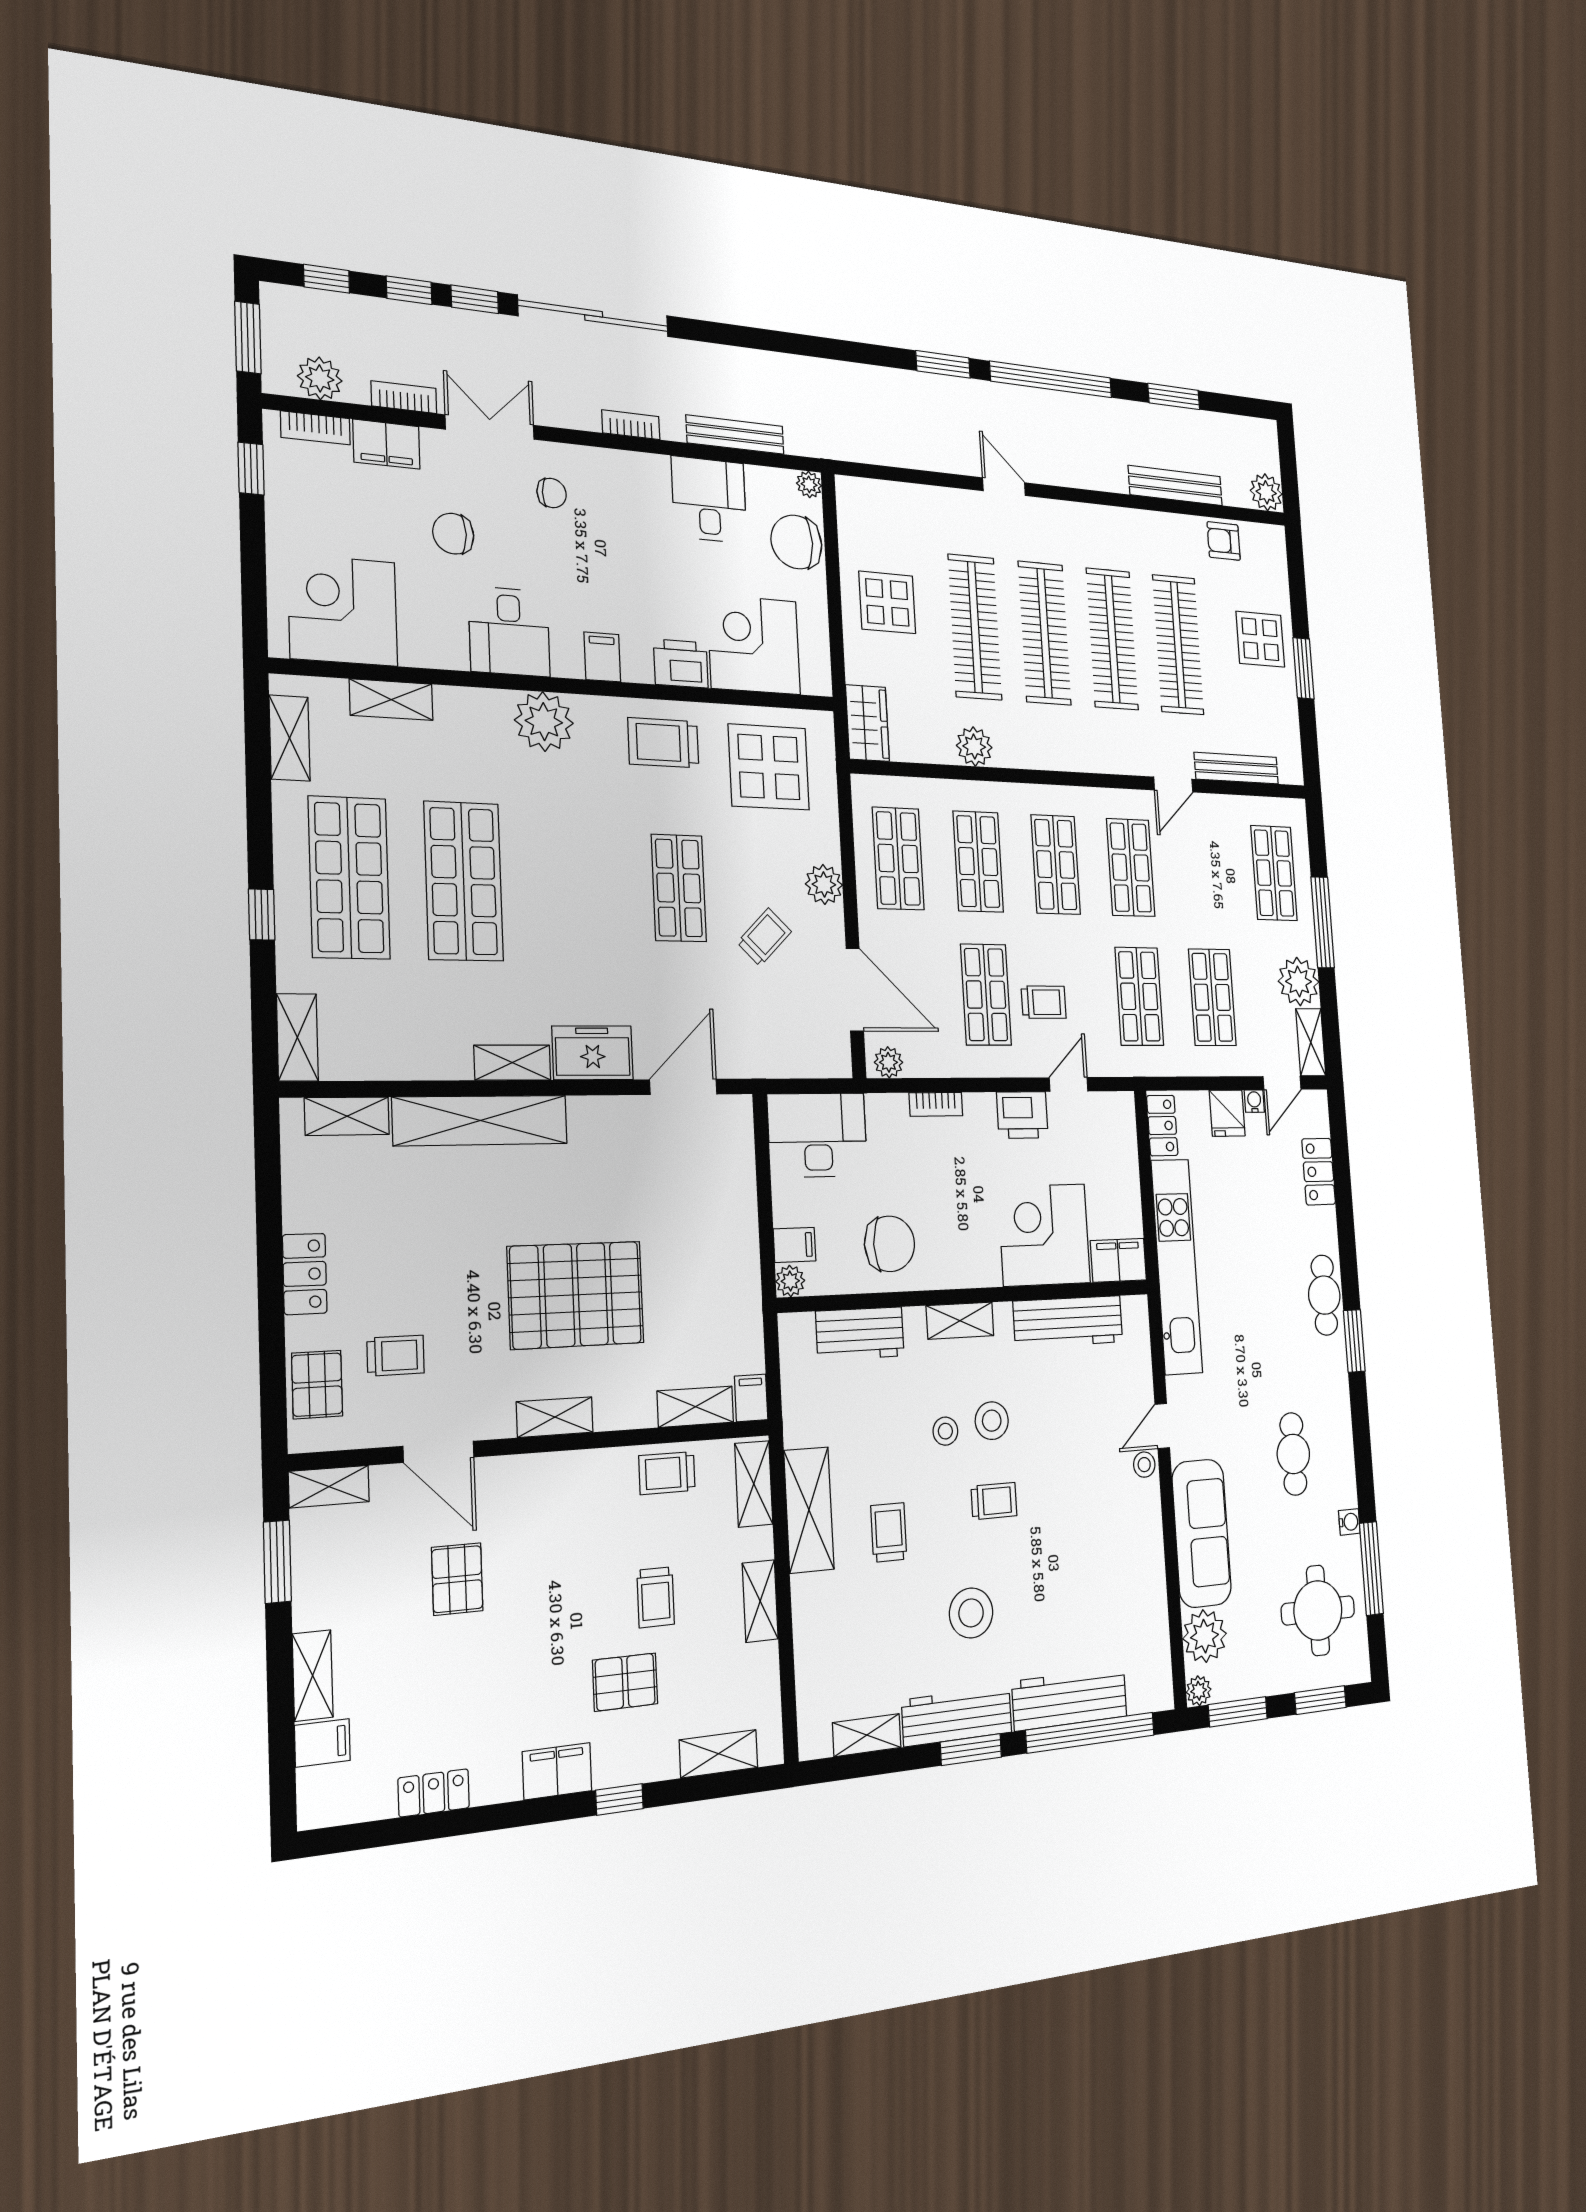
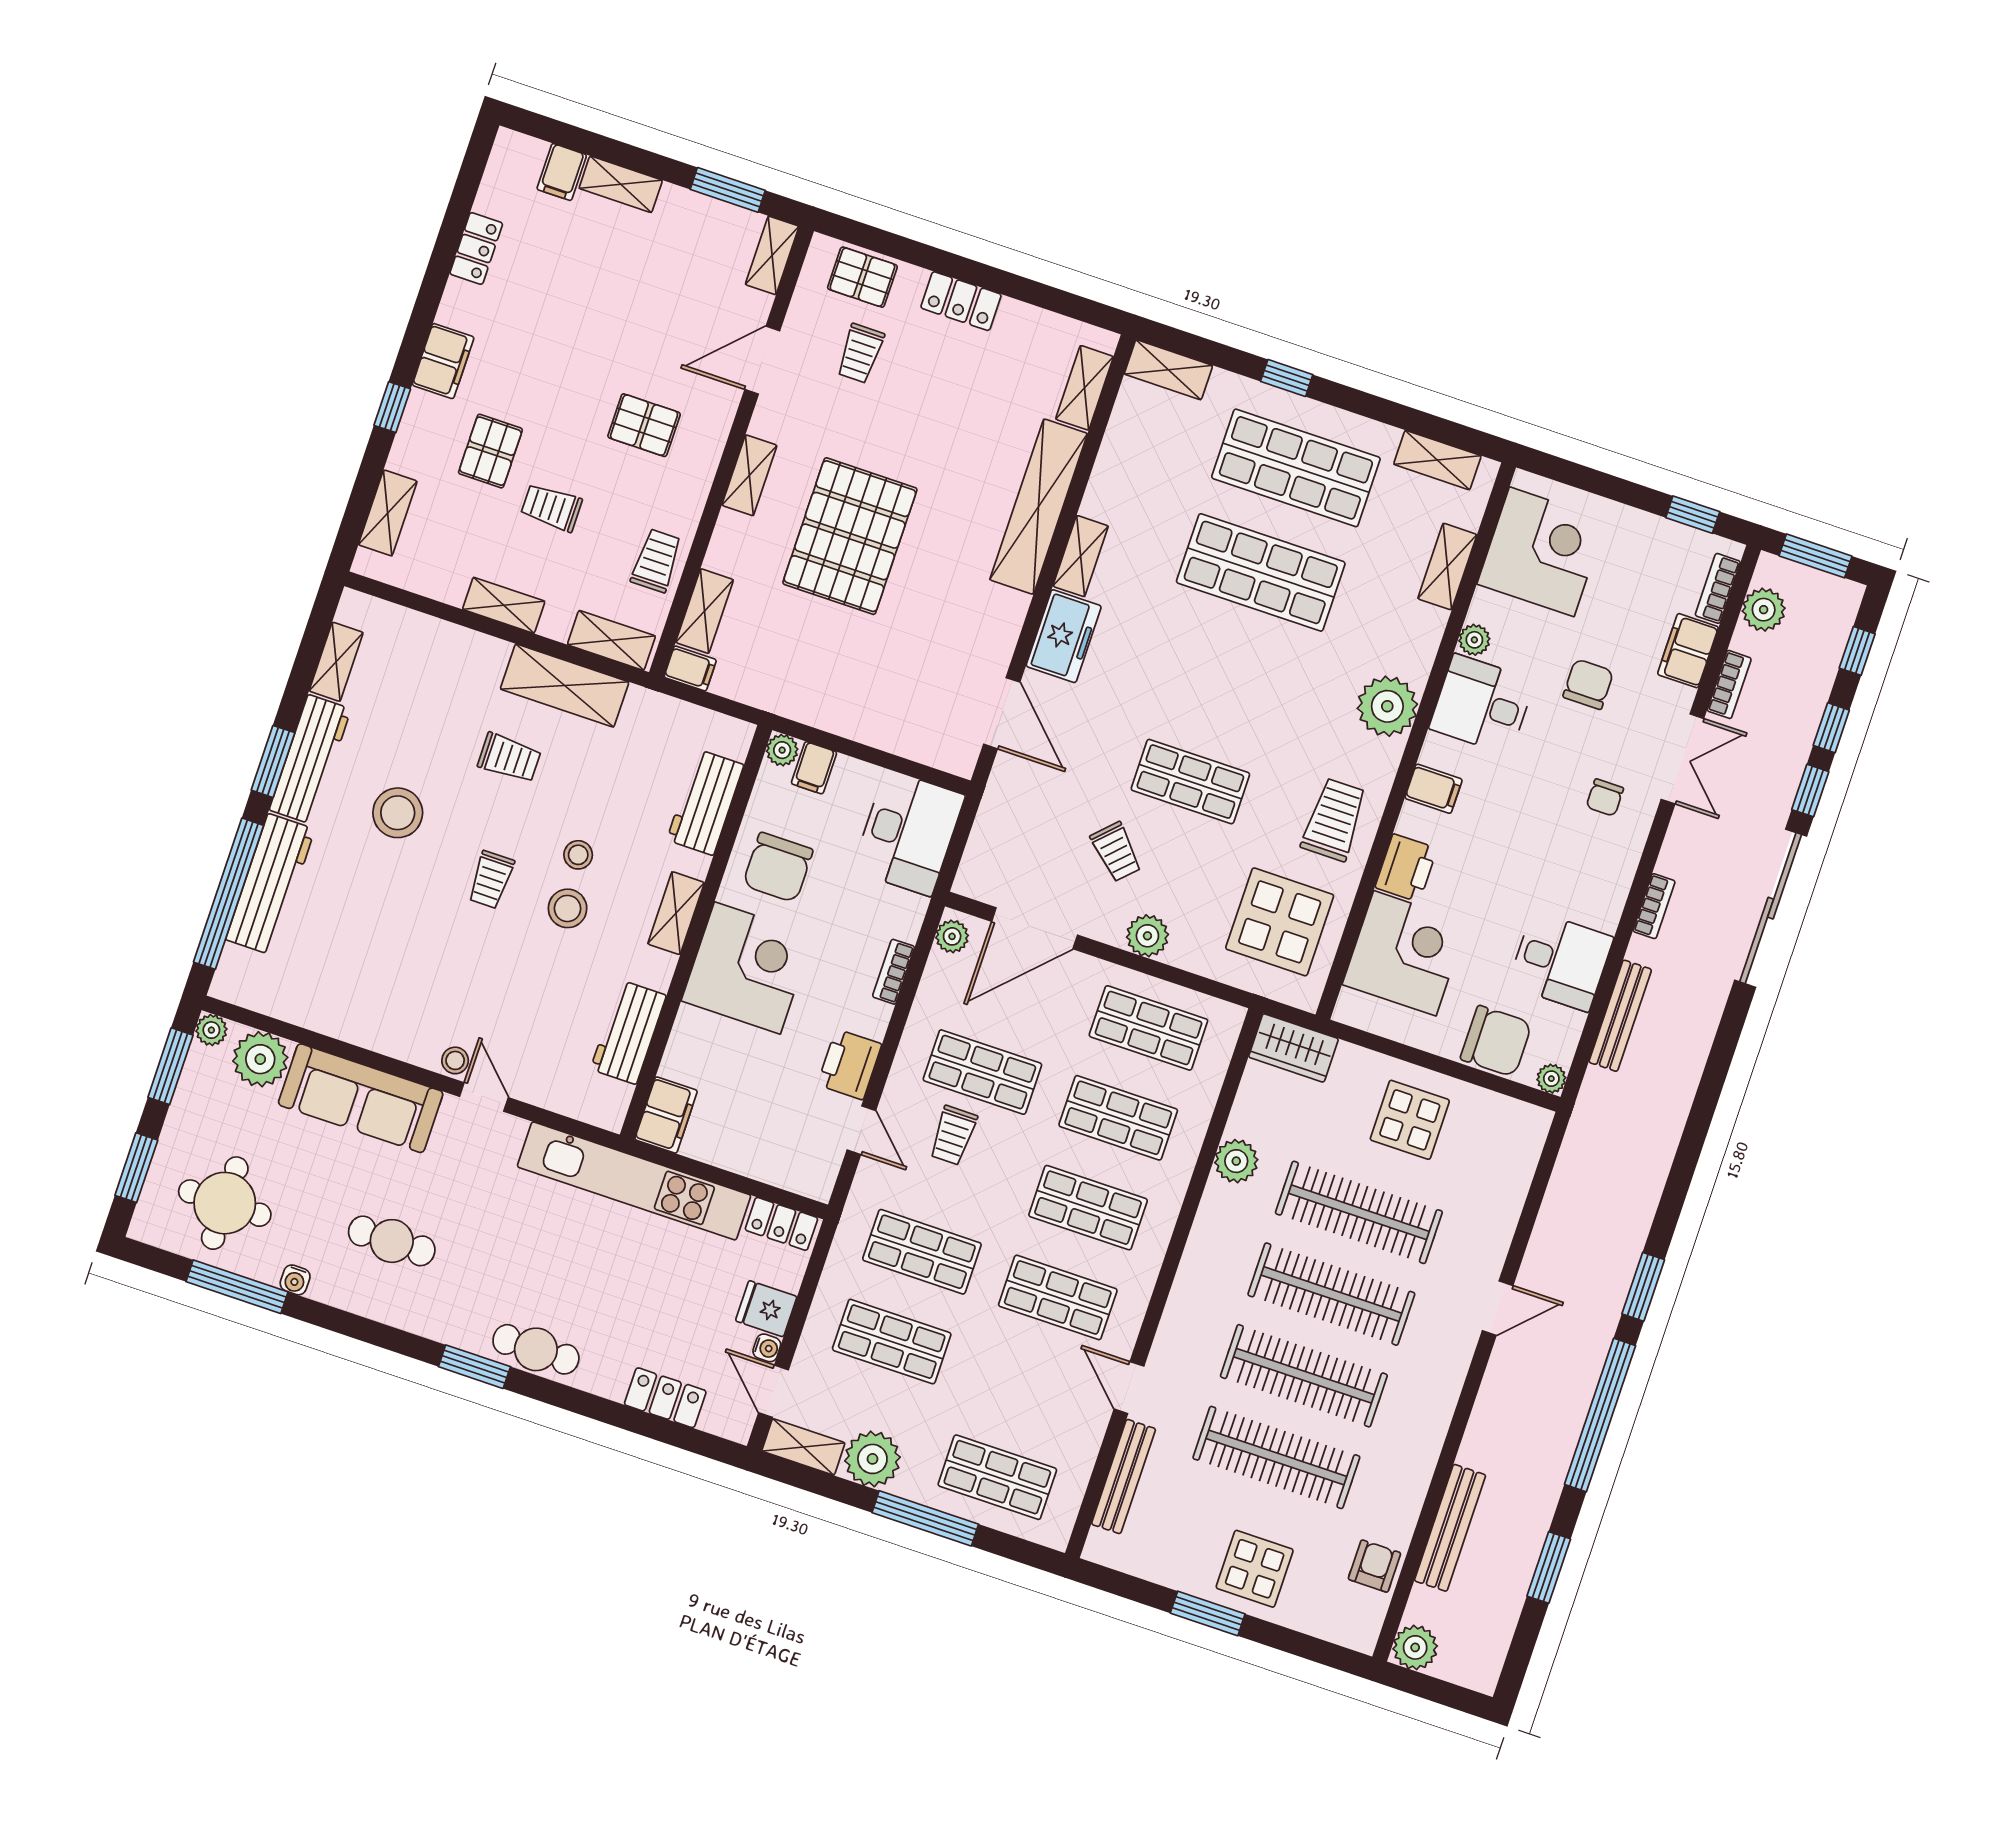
chair: (796, 542) -> (1496, 1041), turned 90
plant: (452, 655) -> (1474, 640), added
corner desk: (1044, 1235) -> (747, 968), moved
workbench: (1068, 1322) -> (628, 1032), width x0.73
pallet: (457, 1579) -> (644, 425), moved

